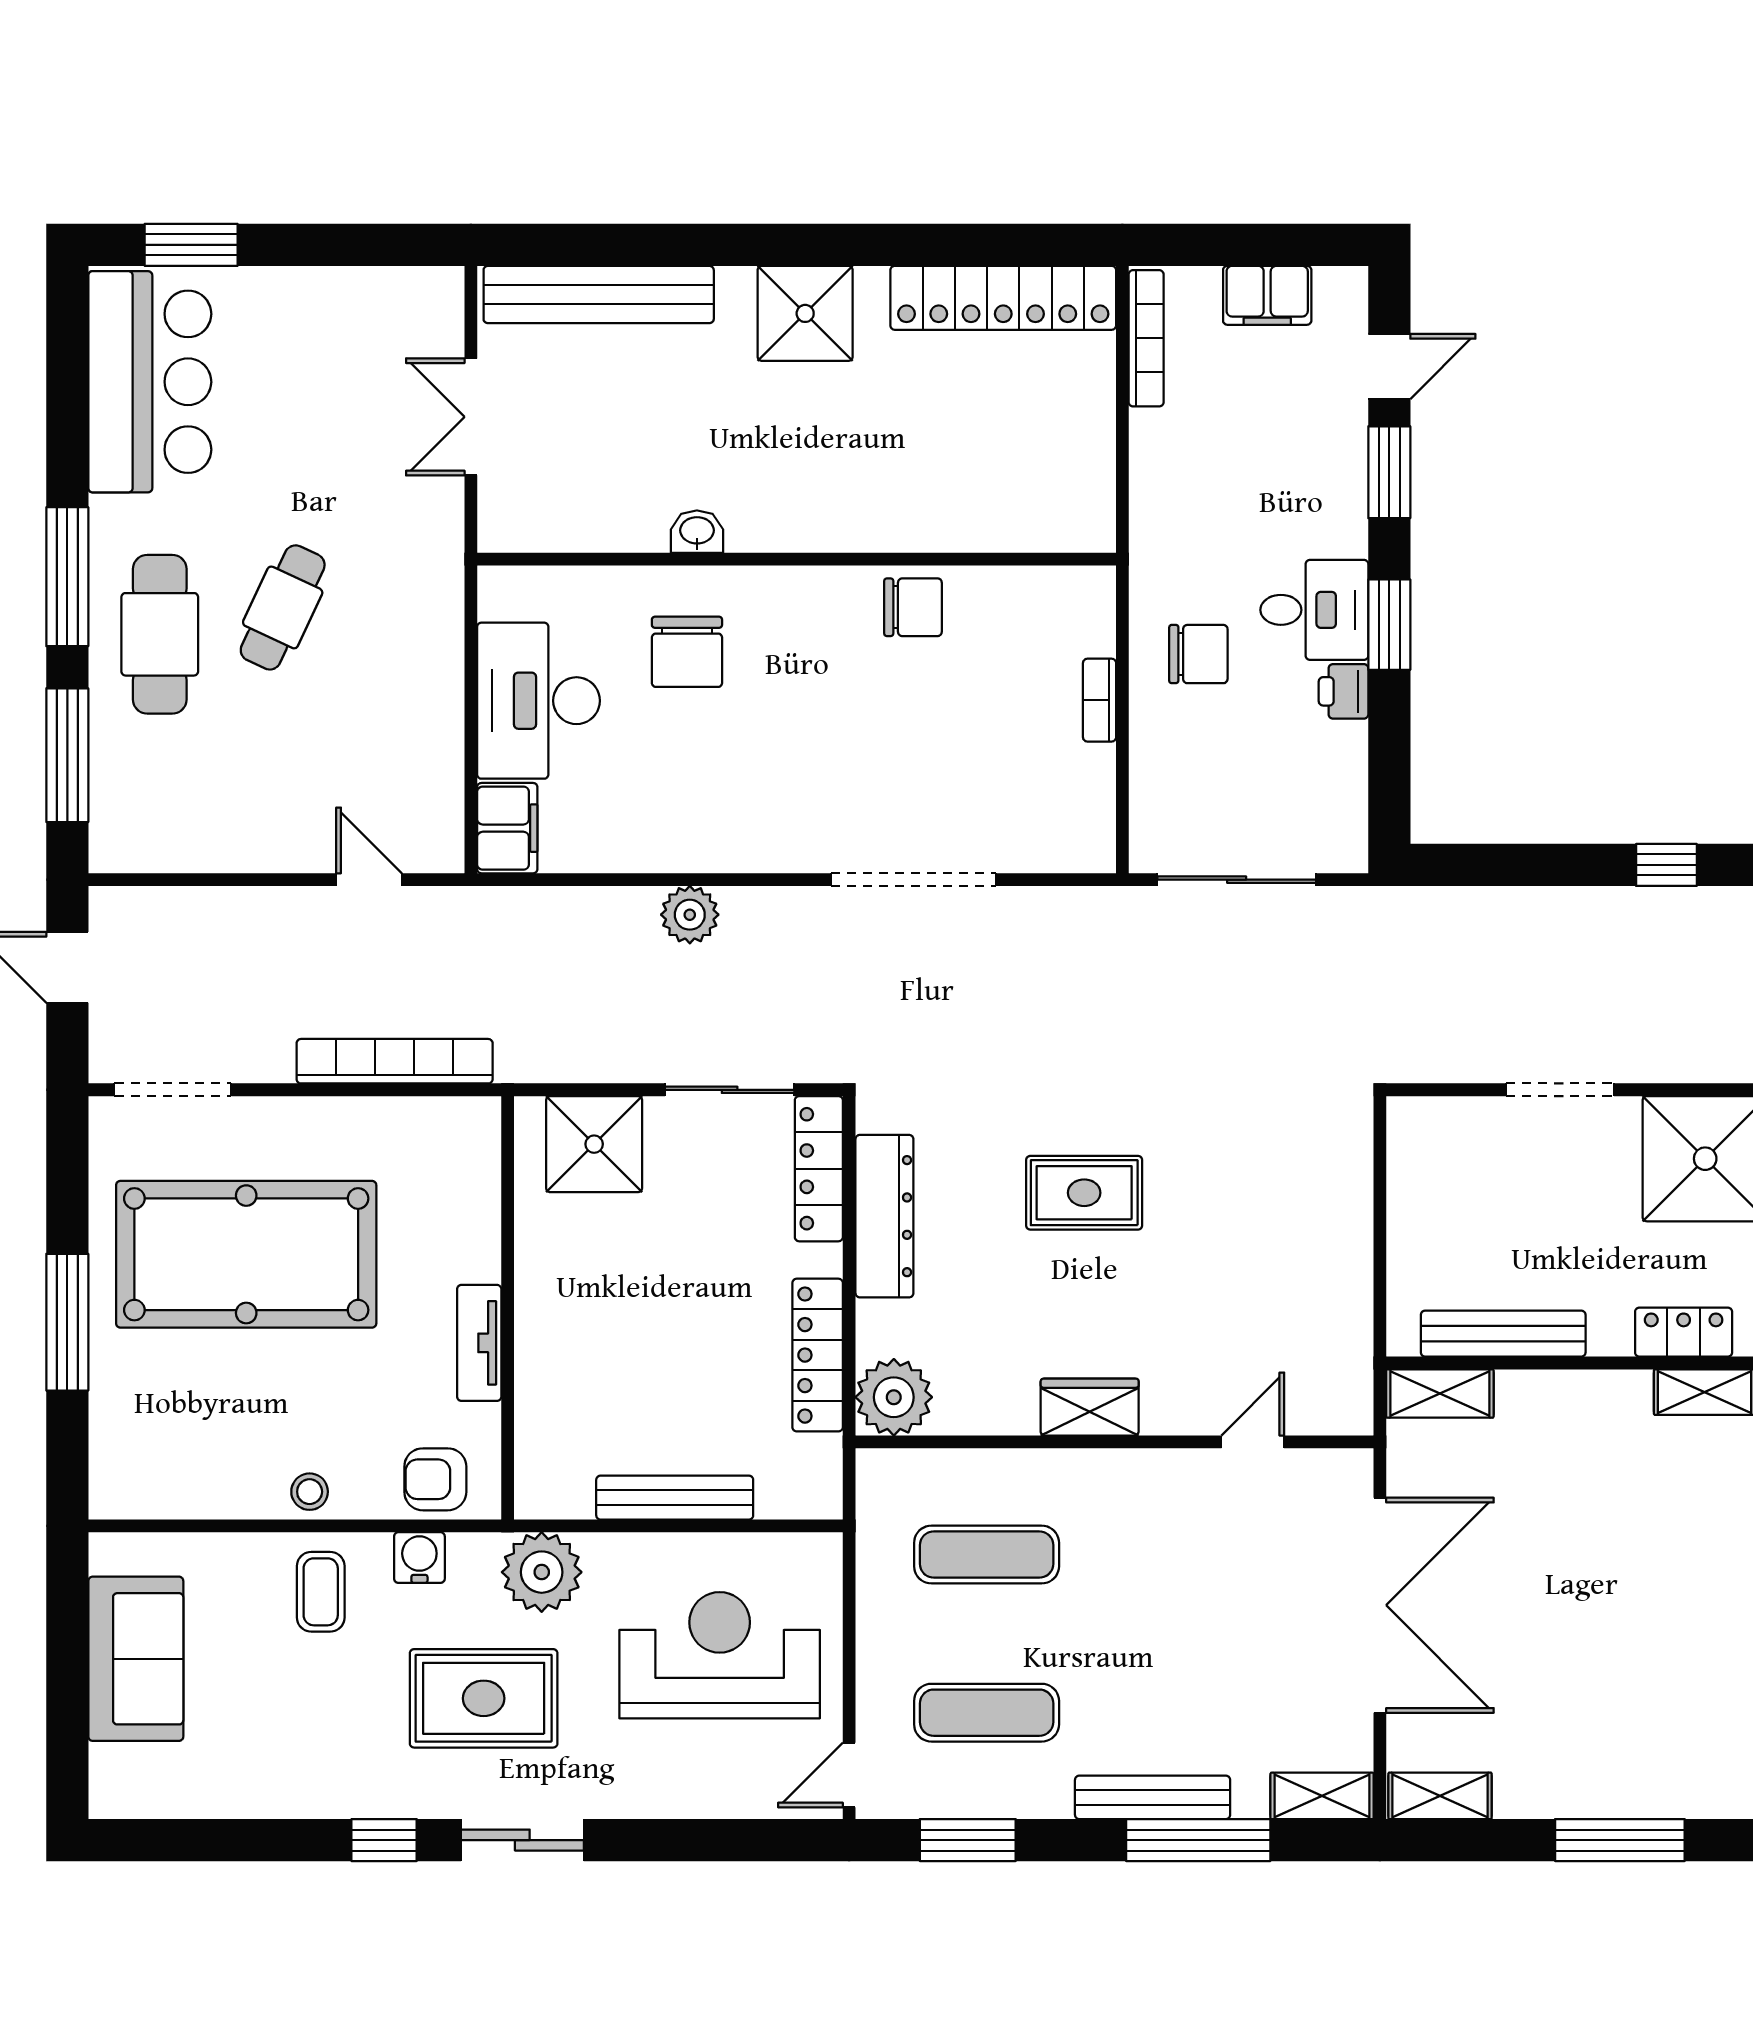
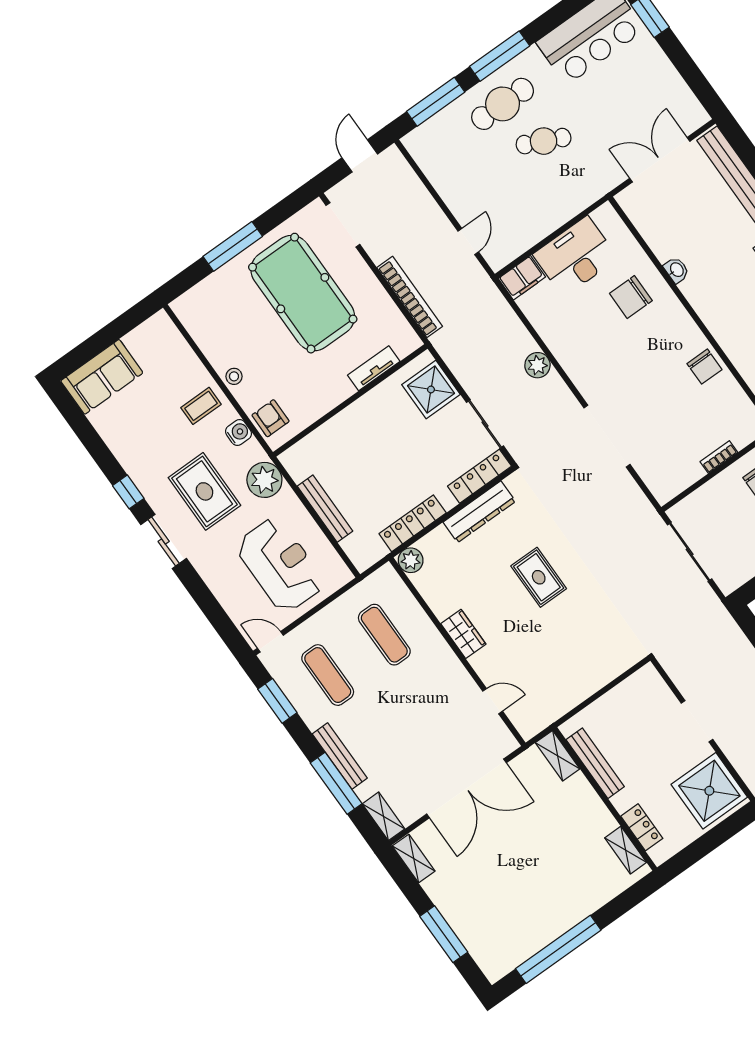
double door: (471, 417) -> (660, 160), width x1.37
tv unit: (479, 1343) -> (374, 368), moved
plant: (894, 1397) -> (411, 560), width x0.73, depth x0.73
sofa: (136, 1659) -> (102, 377), moved

